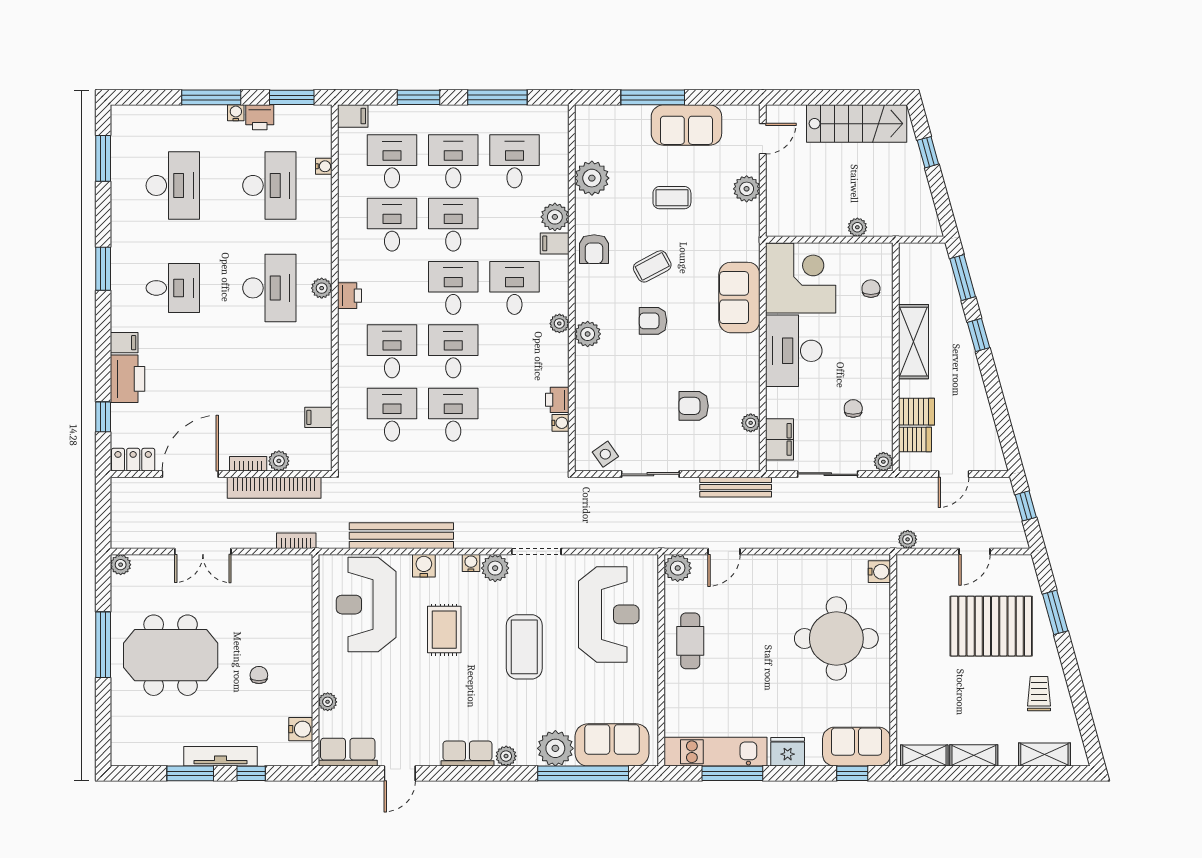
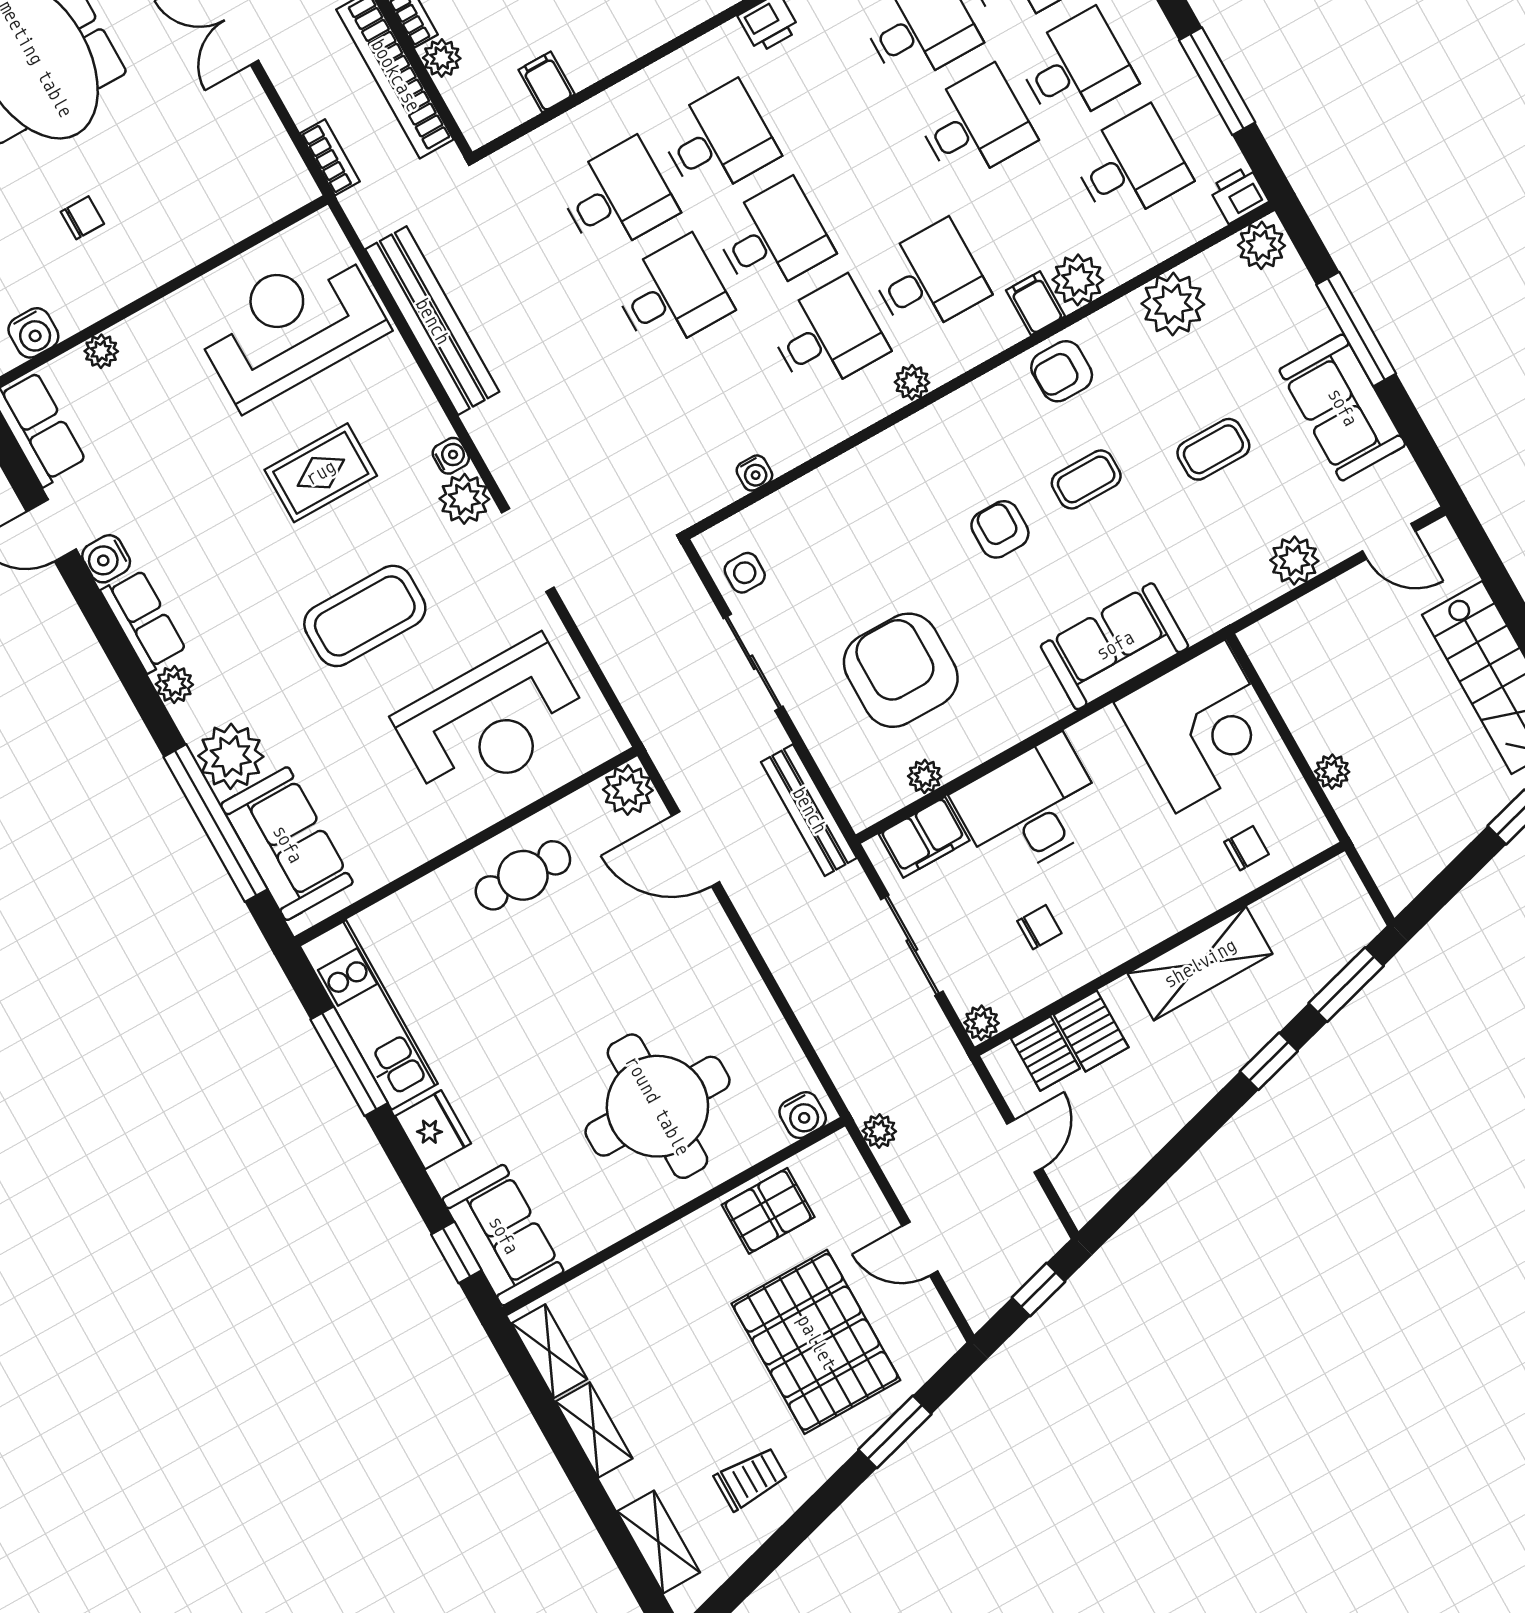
coffee table: (672, 198) -> (1213, 449), turned 90
coffee table: (652, 266) -> (1086, 479), turned -62
desk: (453, 288) -> (827, 336), moved
plant: (588, 334) -> (1262, 245), moved
desk: (794, 351) -> (1030, 808), moved
printer: (557, 400) -> (1239, 195), moved
armchair: (694, 406) -> (901, 670), width x1.88, depth x1.88
side table: (605, 454) -> (745, 573), turned 35
door: (954, 474) -> (1025, 1146), swing flipped
door: (724, 552) -> (696, 849), width x1.38
water cooler: (424, 566) -> (106, 559), moved, turned 180
pallet: (916, 614) -> (768, 1211), added

